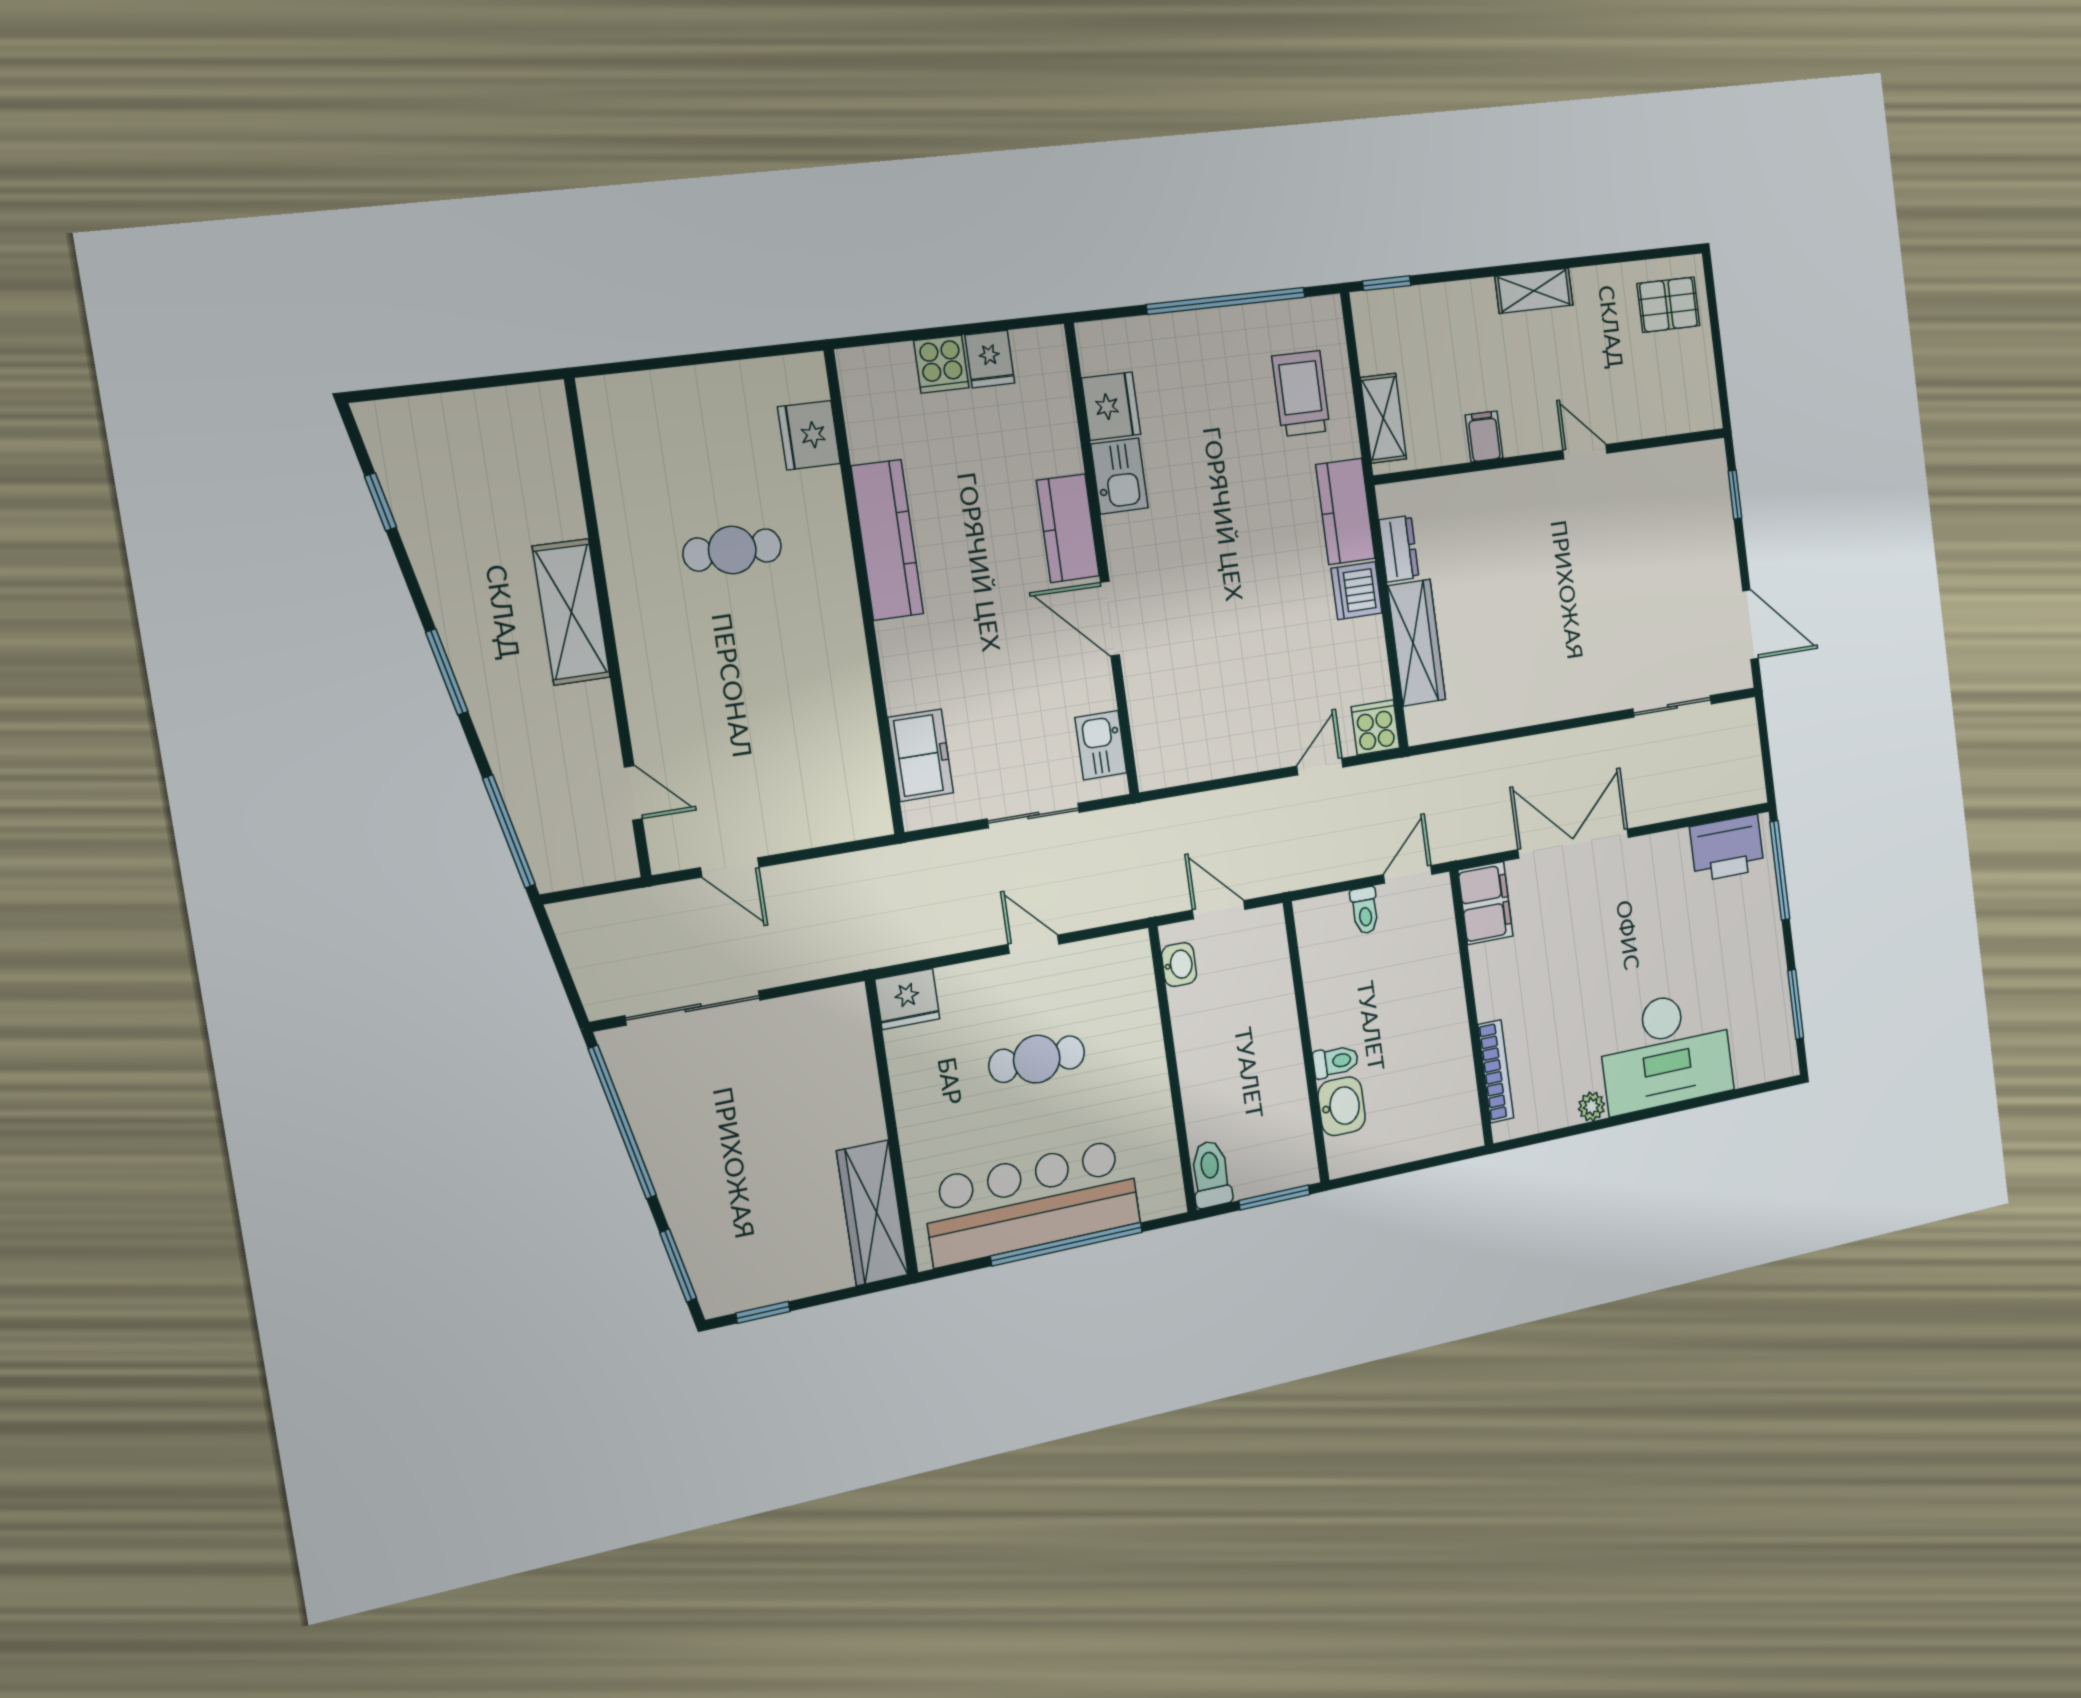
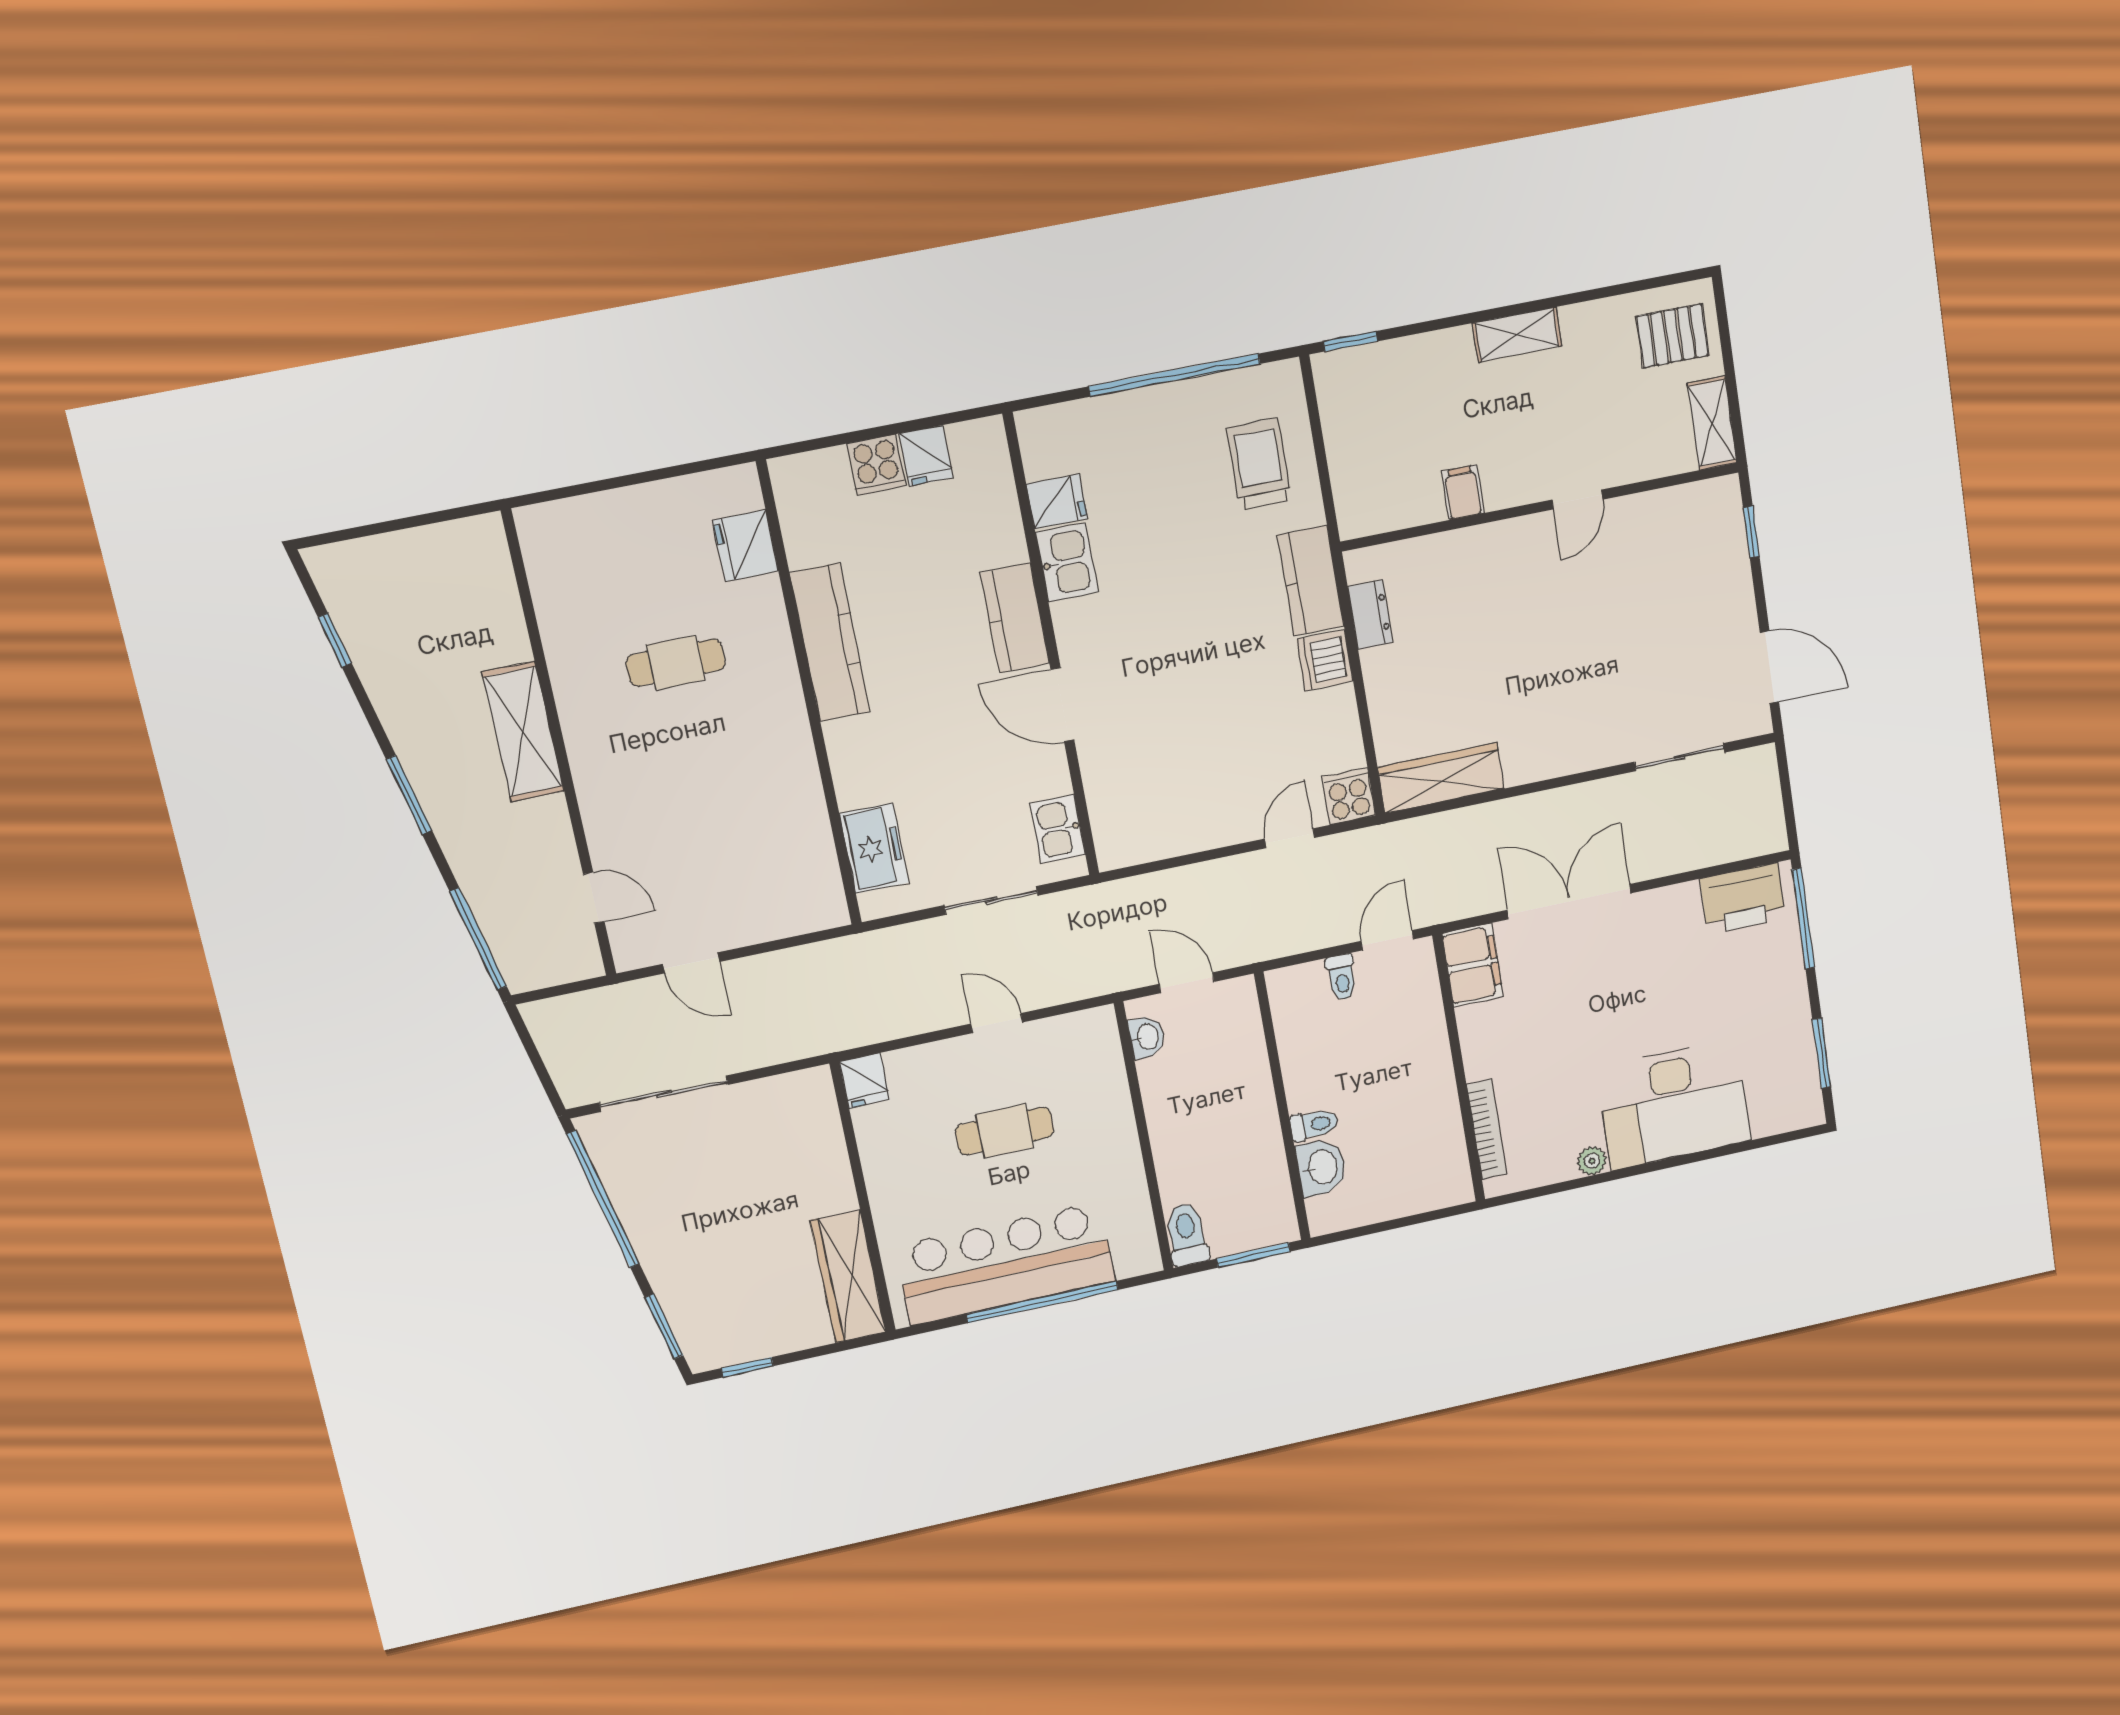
fridge: (1111, 406) -> (1057, 501), width x0.72
shelving: (1383, 418) -> (1712, 423), moved
door: (1585, 452) -> (1577, 500), swing flipped
wardrobe: (1417, 643) -> (1441, 778), moved, turned -90
fridge: (907, 999) -> (865, 1081), width x0.72

